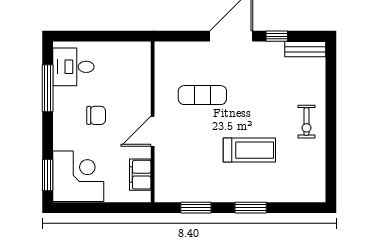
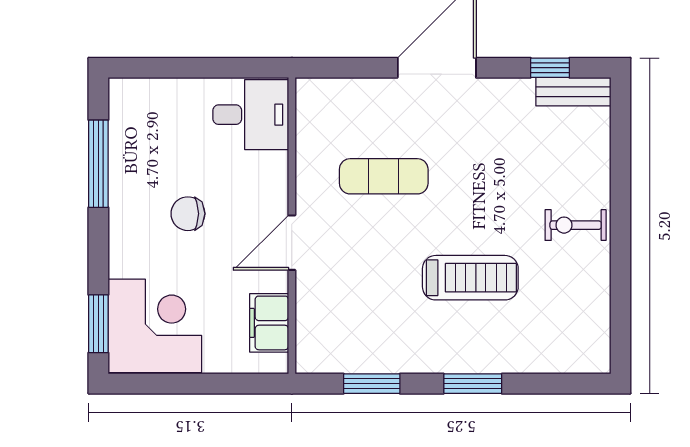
window: (277, 36) -> (550, 68), moved
desk: (73, 67) -> (251, 115), moved, turned 180
chair: (96, 115) -> (188, 214), turned 180
exercise bike: (306, 122) -> (576, 225), turned 90

